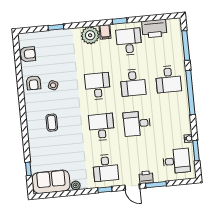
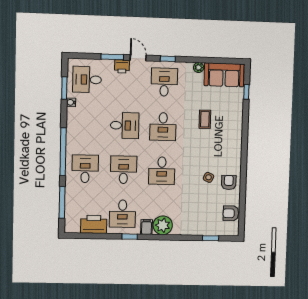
window: (56, 27) -> (211, 238), moved
coffee table: (52, 123) -> (205, 119), moved

